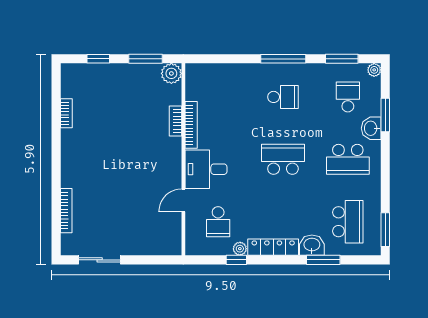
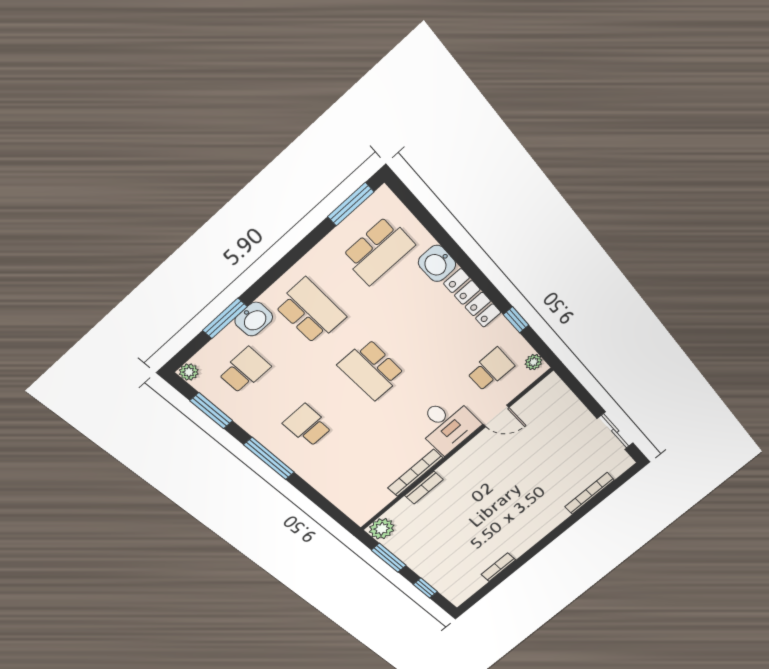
school desk: (348, 97) -> (245, 370), turned 180
school desk: (348, 222) -> (378, 251), turned 180
plant: (240, 249) -> (534, 362), moved
window: (323, 260) -> (443, 238), removed

